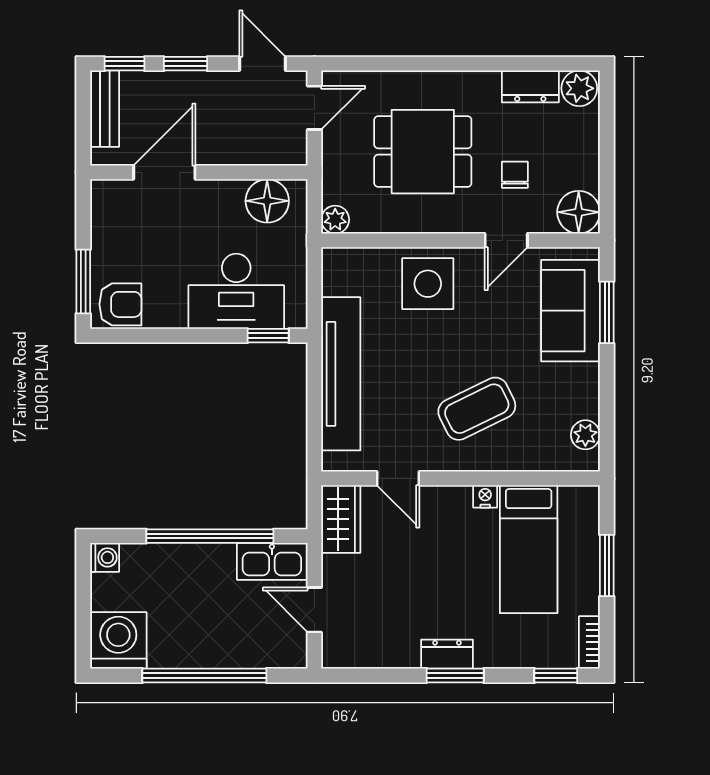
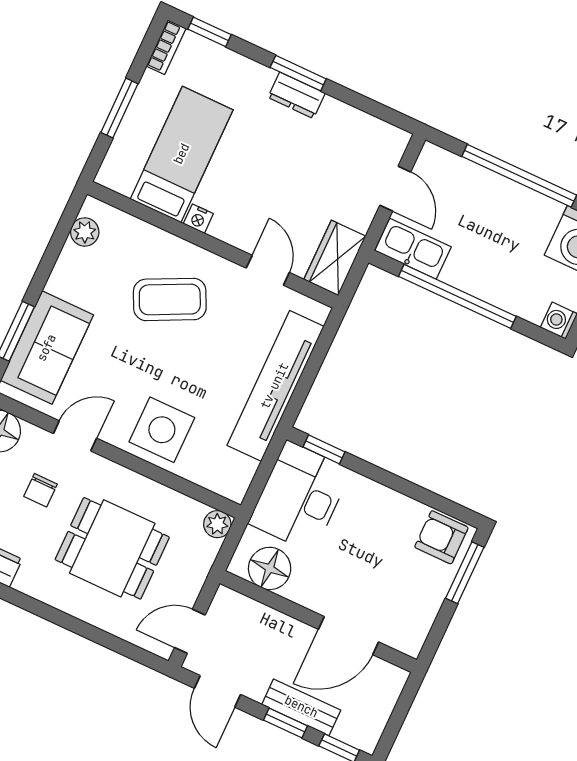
bench: (105, 109) -> (301, 707), moved, turned 90
desk: (236, 291) -> (300, 497), moved, turned -90

